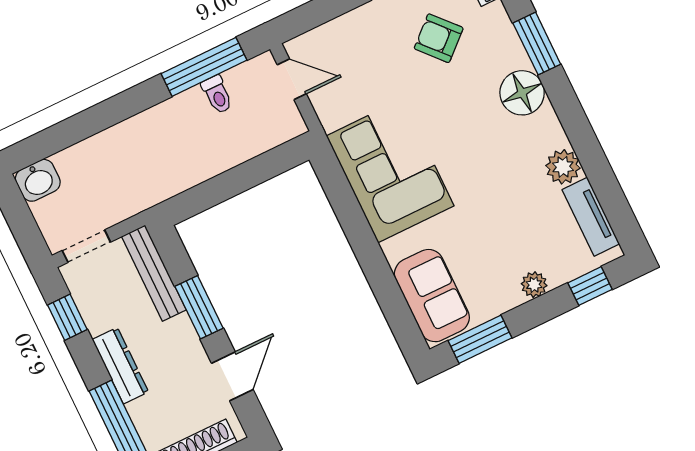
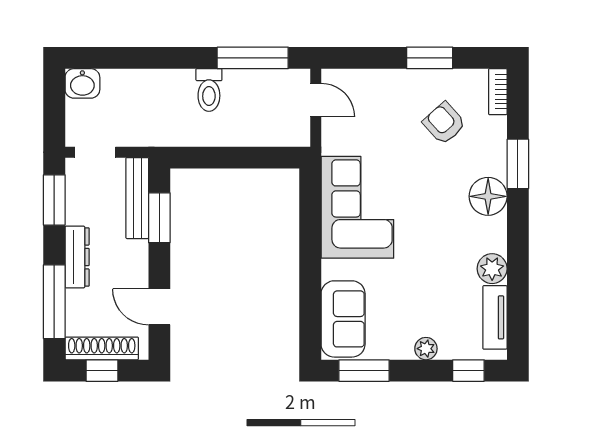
toilet: (217, 95) -> (209, 90), moved, width x1.37, depth x1.39
window: (199, 307) -> (159, 218), moved
window: (67, 317) -> (54, 200), width x1.50
door: (232, 376) -> (159, 307), swing flipped

